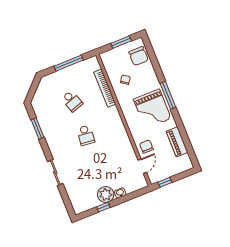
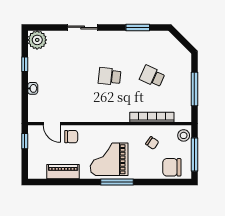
window: (121, 42) -> (194, 154), width x1.44
stool: (109, 57) -> (184, 135), added
school desk: (72, 101) -> (152, 76), turned 42
plant: (106, 195) -> (37, 40), moved

